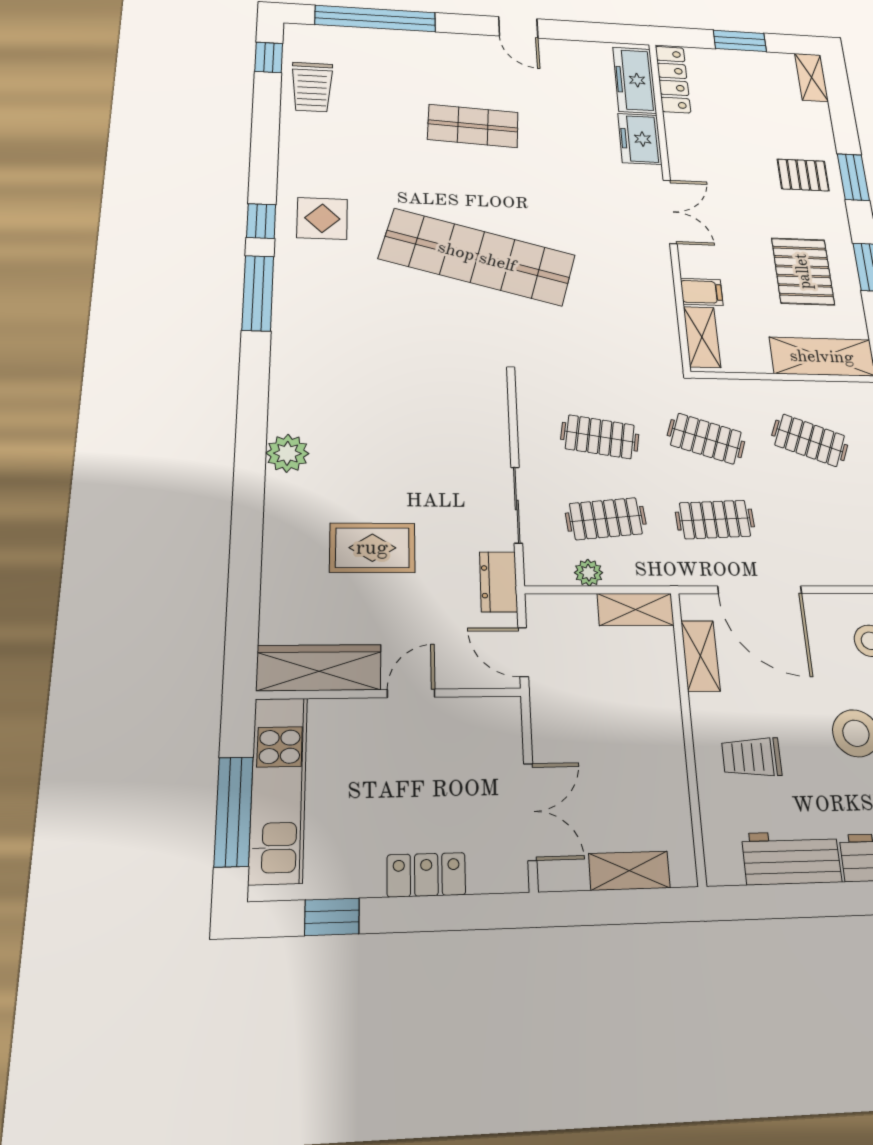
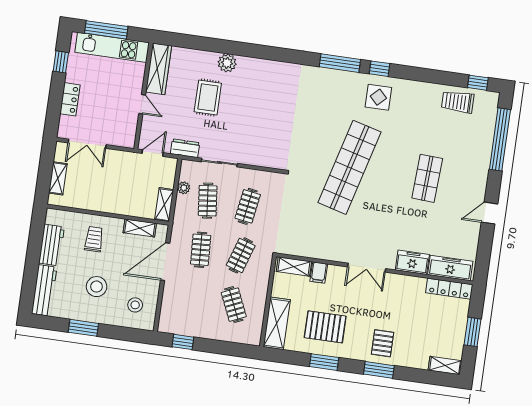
clothes rail: (810, 440) -> (234, 305), turned -45
plant: (287, 453) -> (227, 63), moved

